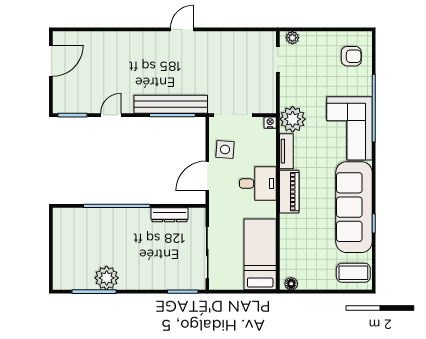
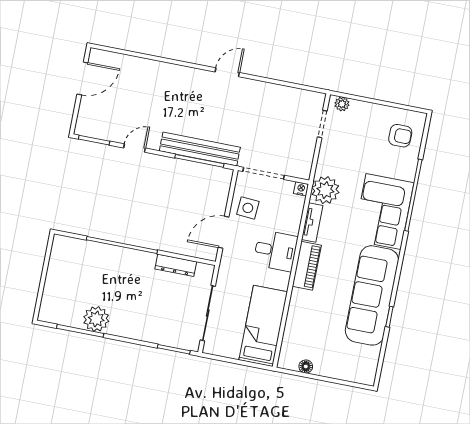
coffee table: (353, 273) -> (358, 365), removed
floor lamp: (291, 284) -> (306, 366), moved

